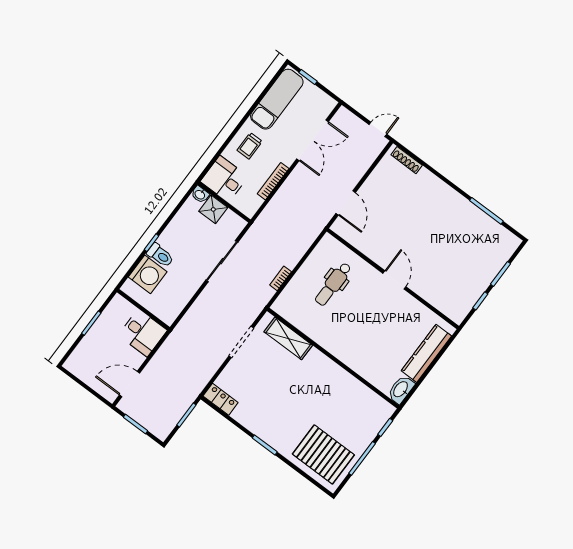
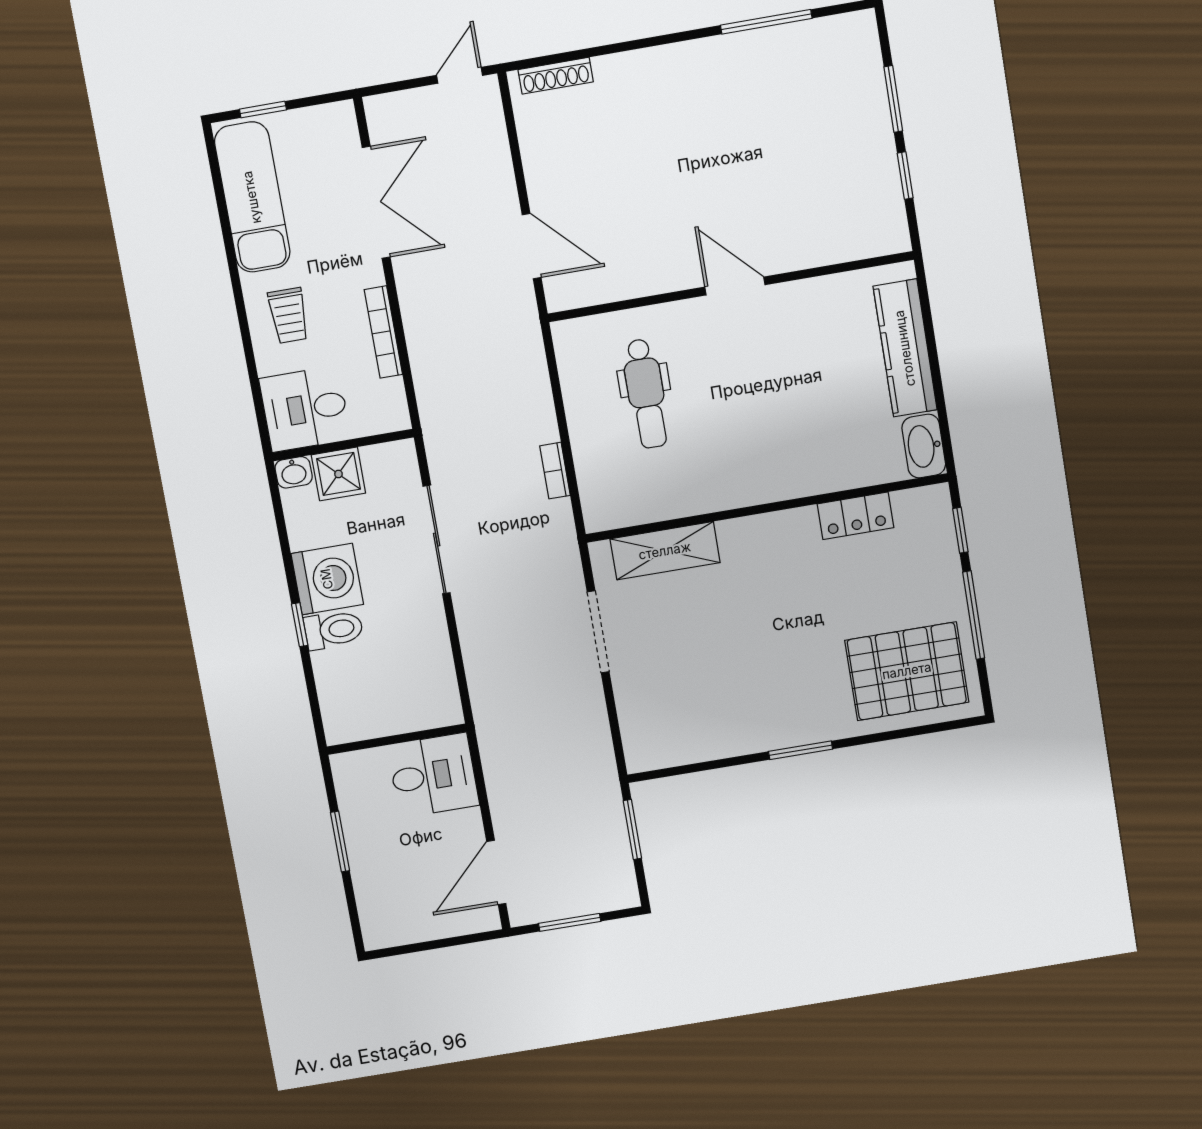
washing machine: (148, 274) -> (327, 579), moved
locker: (221, 399) -> (855, 516), moved, turned 180

